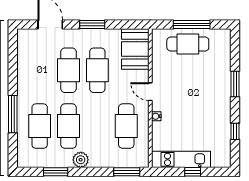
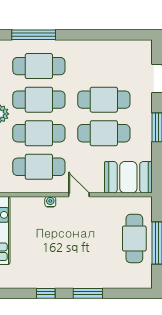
door: (150, 92) -> (79, 195), hinge flipped
window: (13, 114) -> (34, 35), moved
cafe table: (97, 126) -> (39, 133), added
window: (235, 131) -> (46, 293), moved

